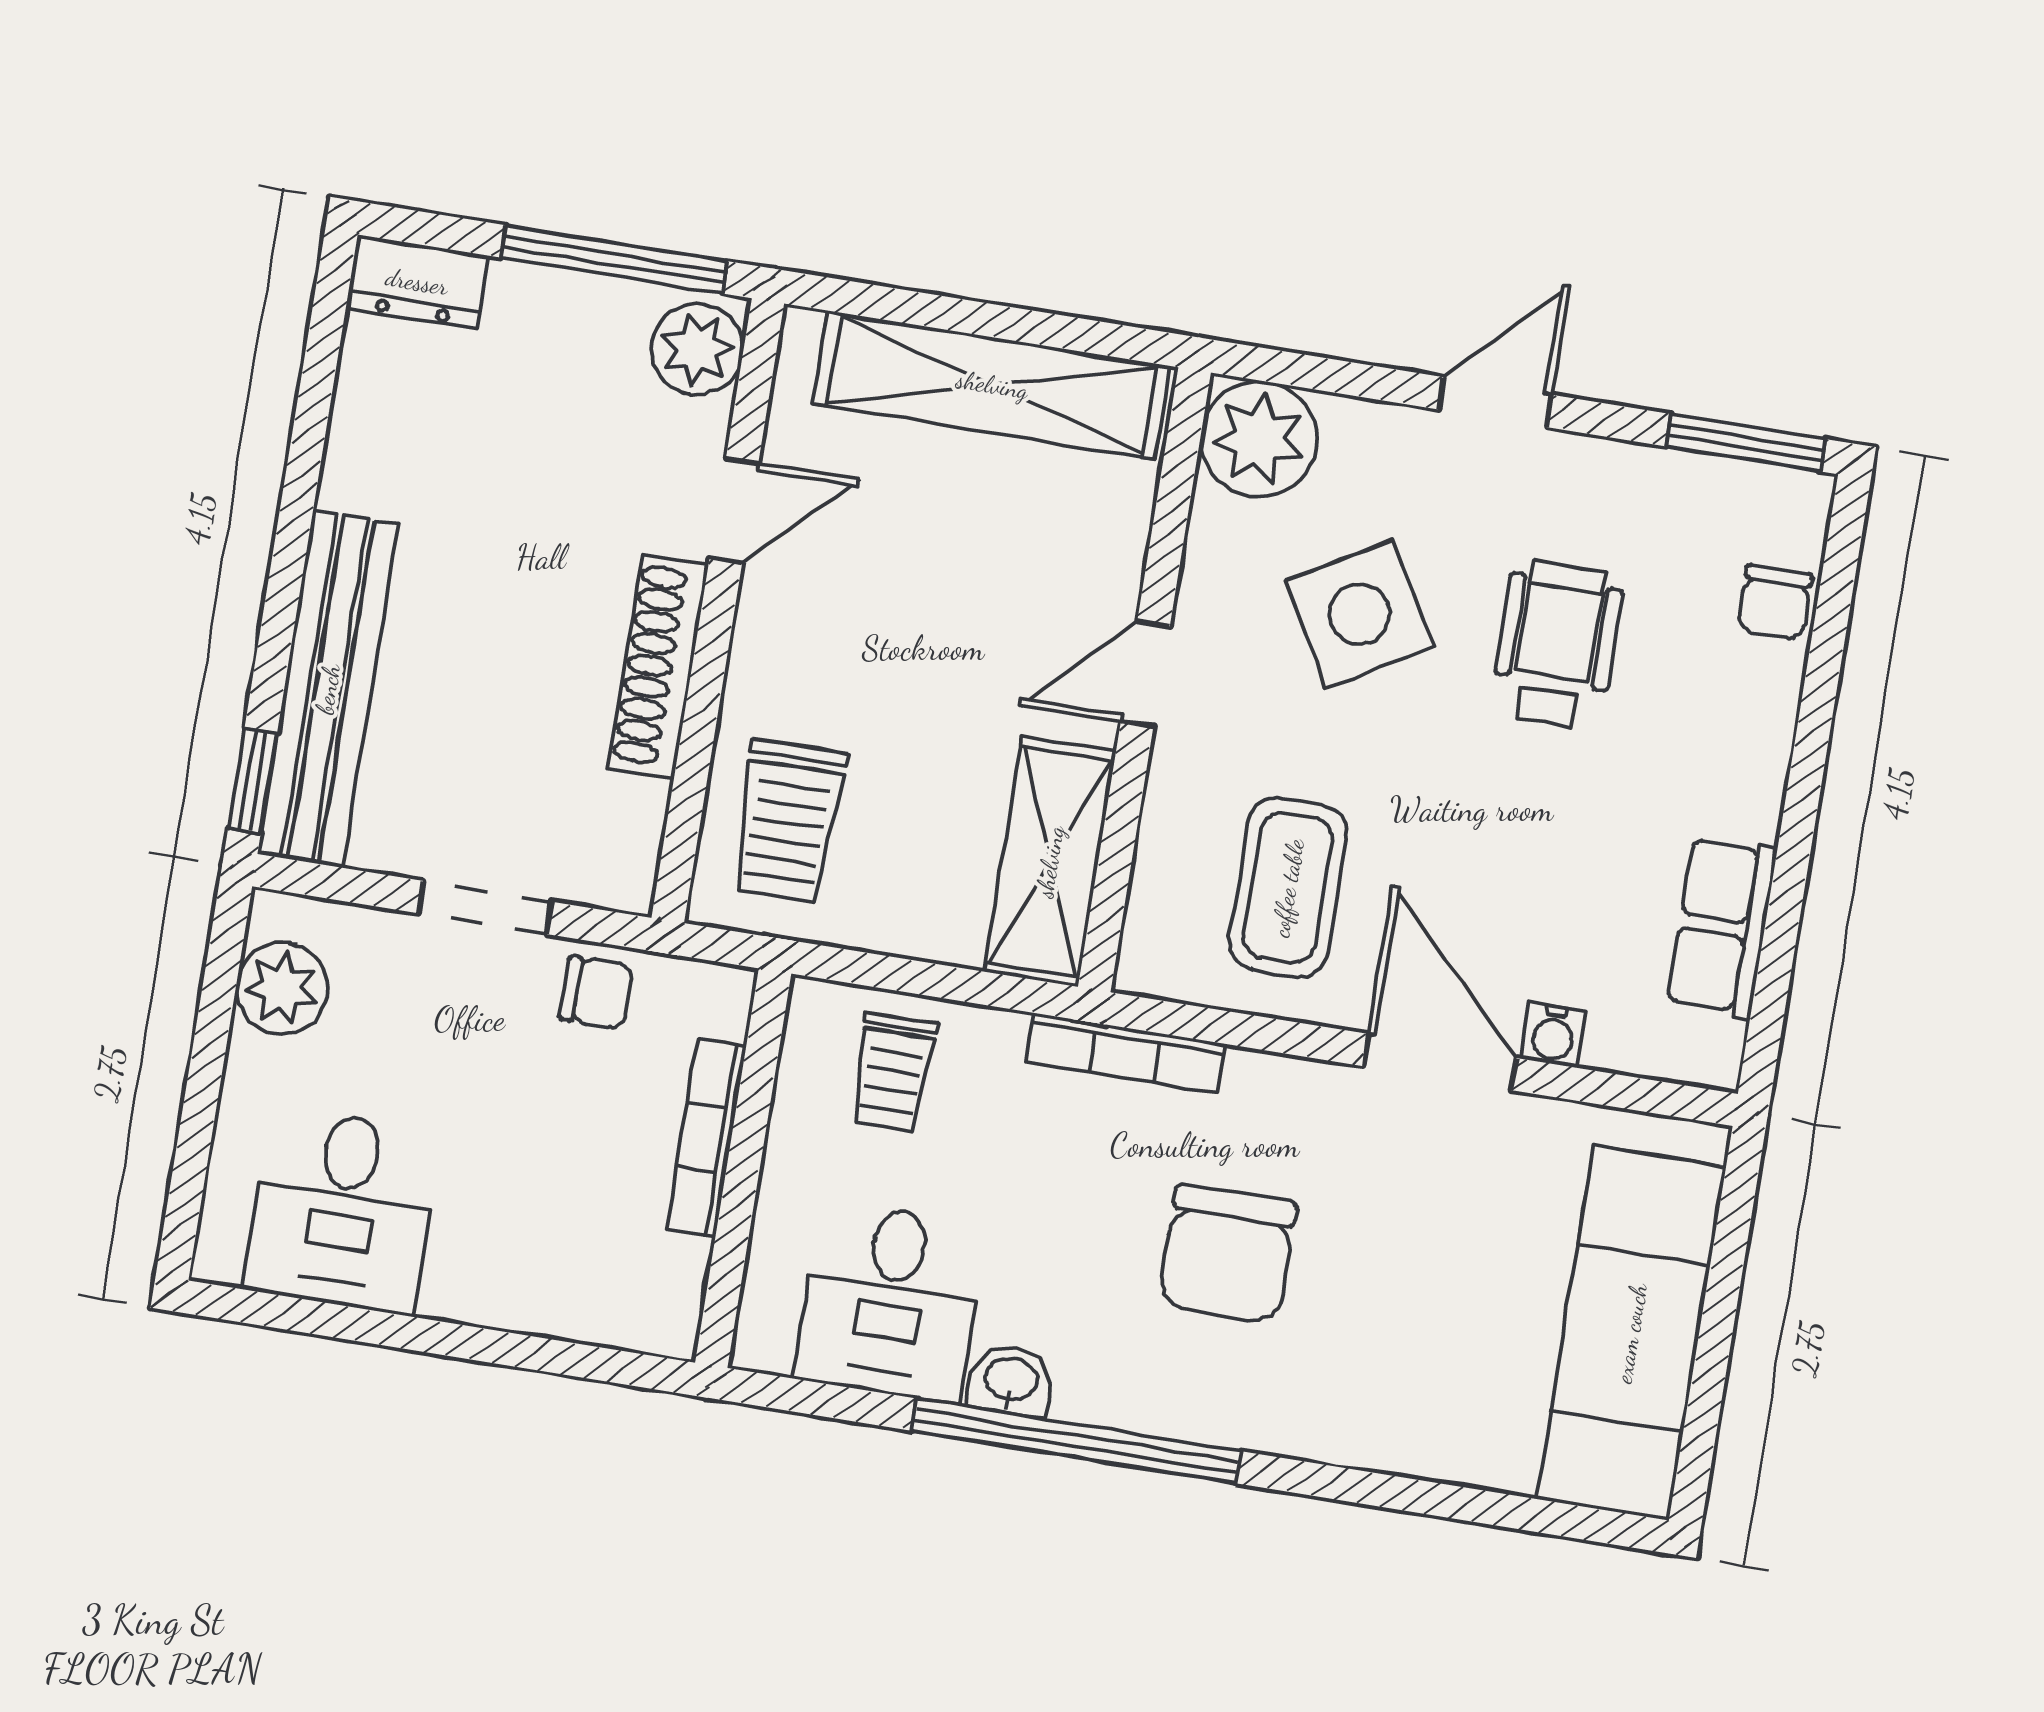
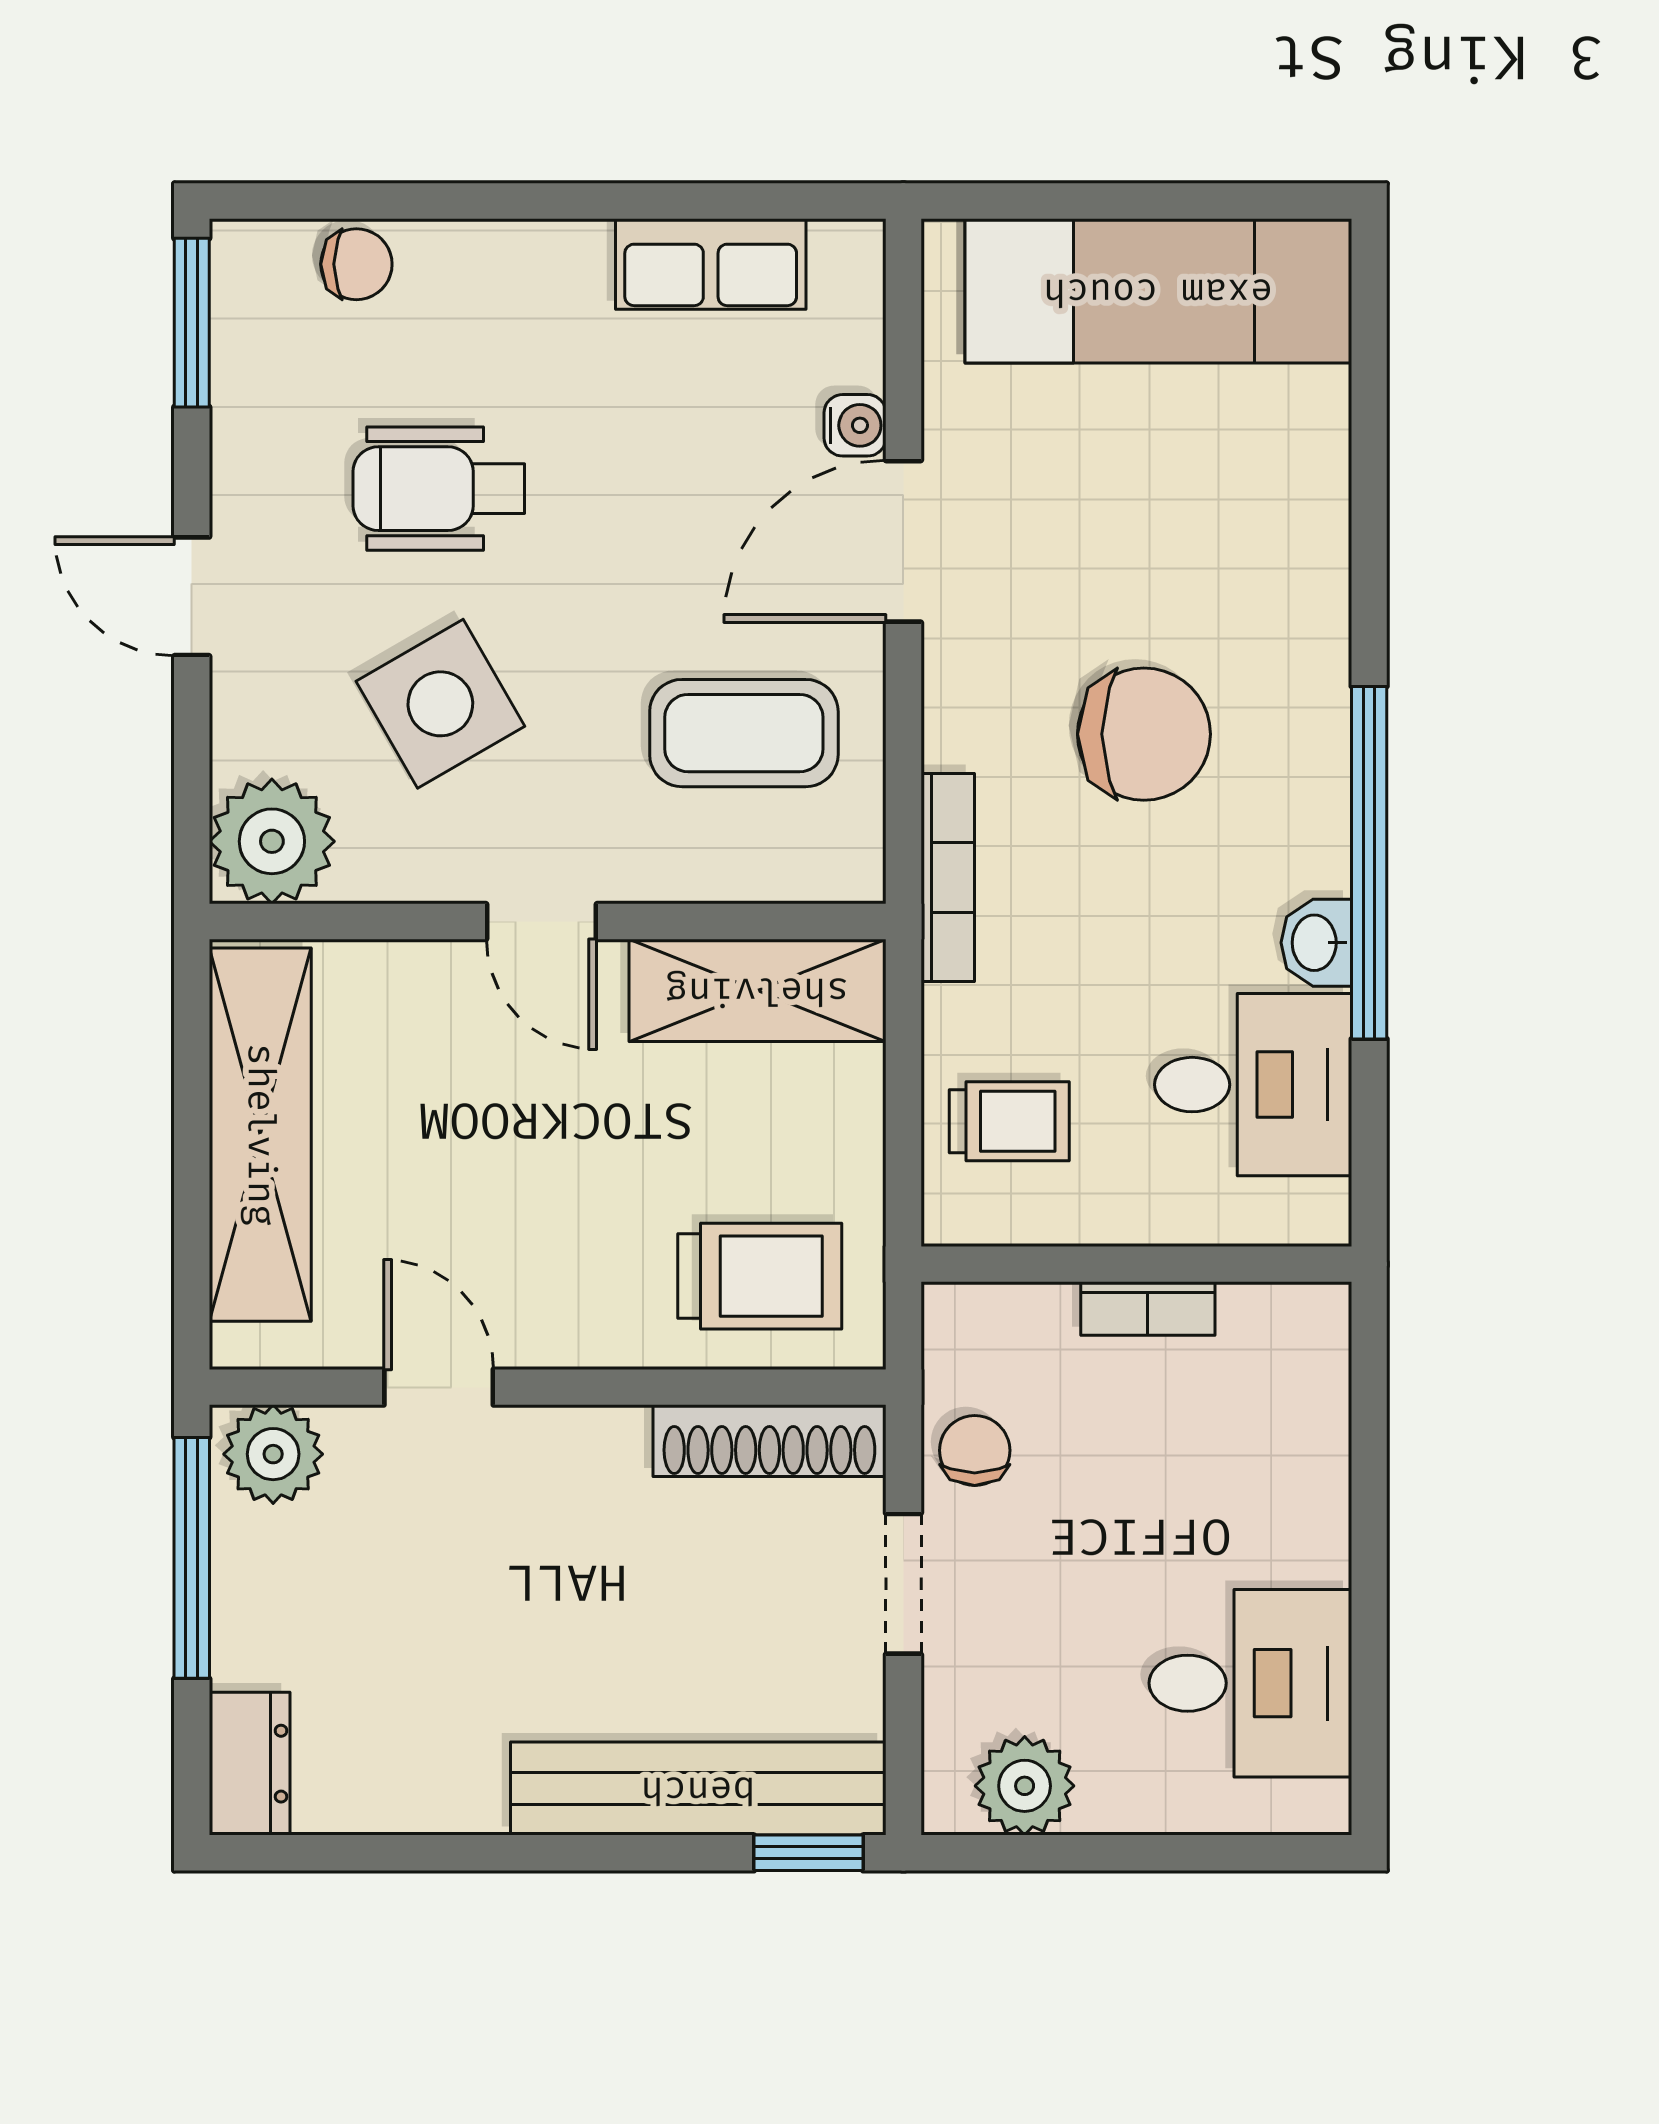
shoe rack: (658, 667) -> (769, 1441), moved
bookcase: (706, 1138) -> (1148, 1309), width x0.64

